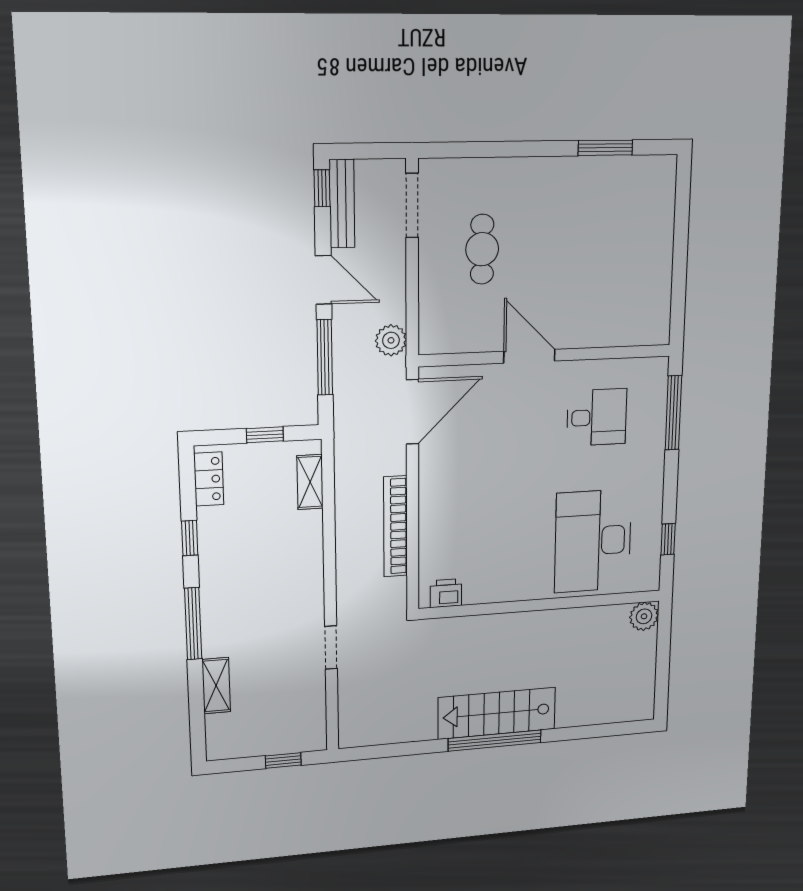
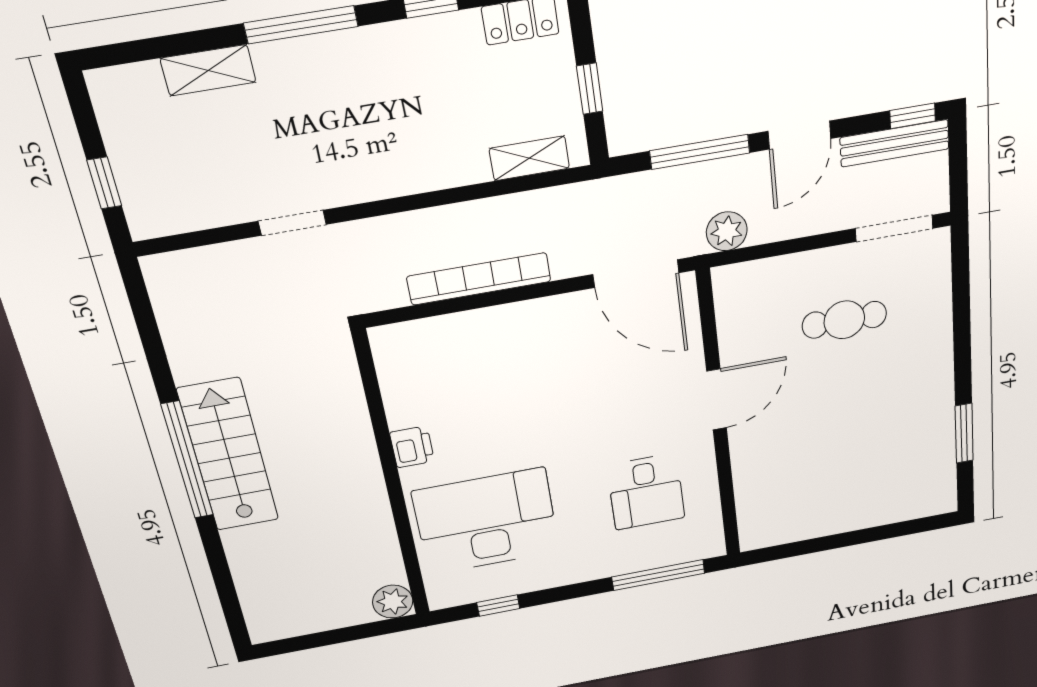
printer: (446, 593) -> (412, 447), moved

